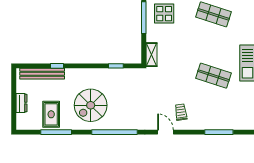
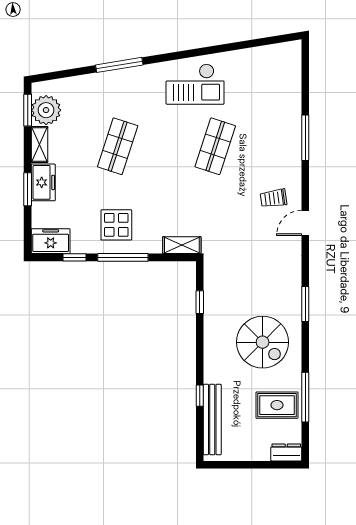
dresser: (21, 103) -> (286, 452), moved
window: (115, 132) -> (305, 304), width x0.47

